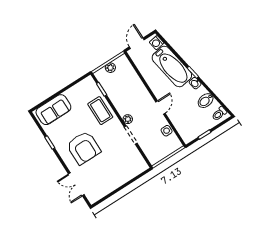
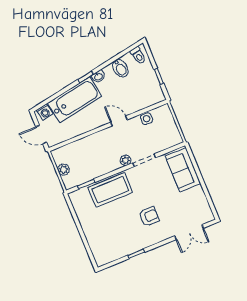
sofa: (53, 110) -> (183, 170), moved, turned 180
coffee table: (100, 111) -> (110, 190), width x1.36, depth x1.32
armchair: (84, 148) -> (149, 216), width x0.53, depth x0.53

